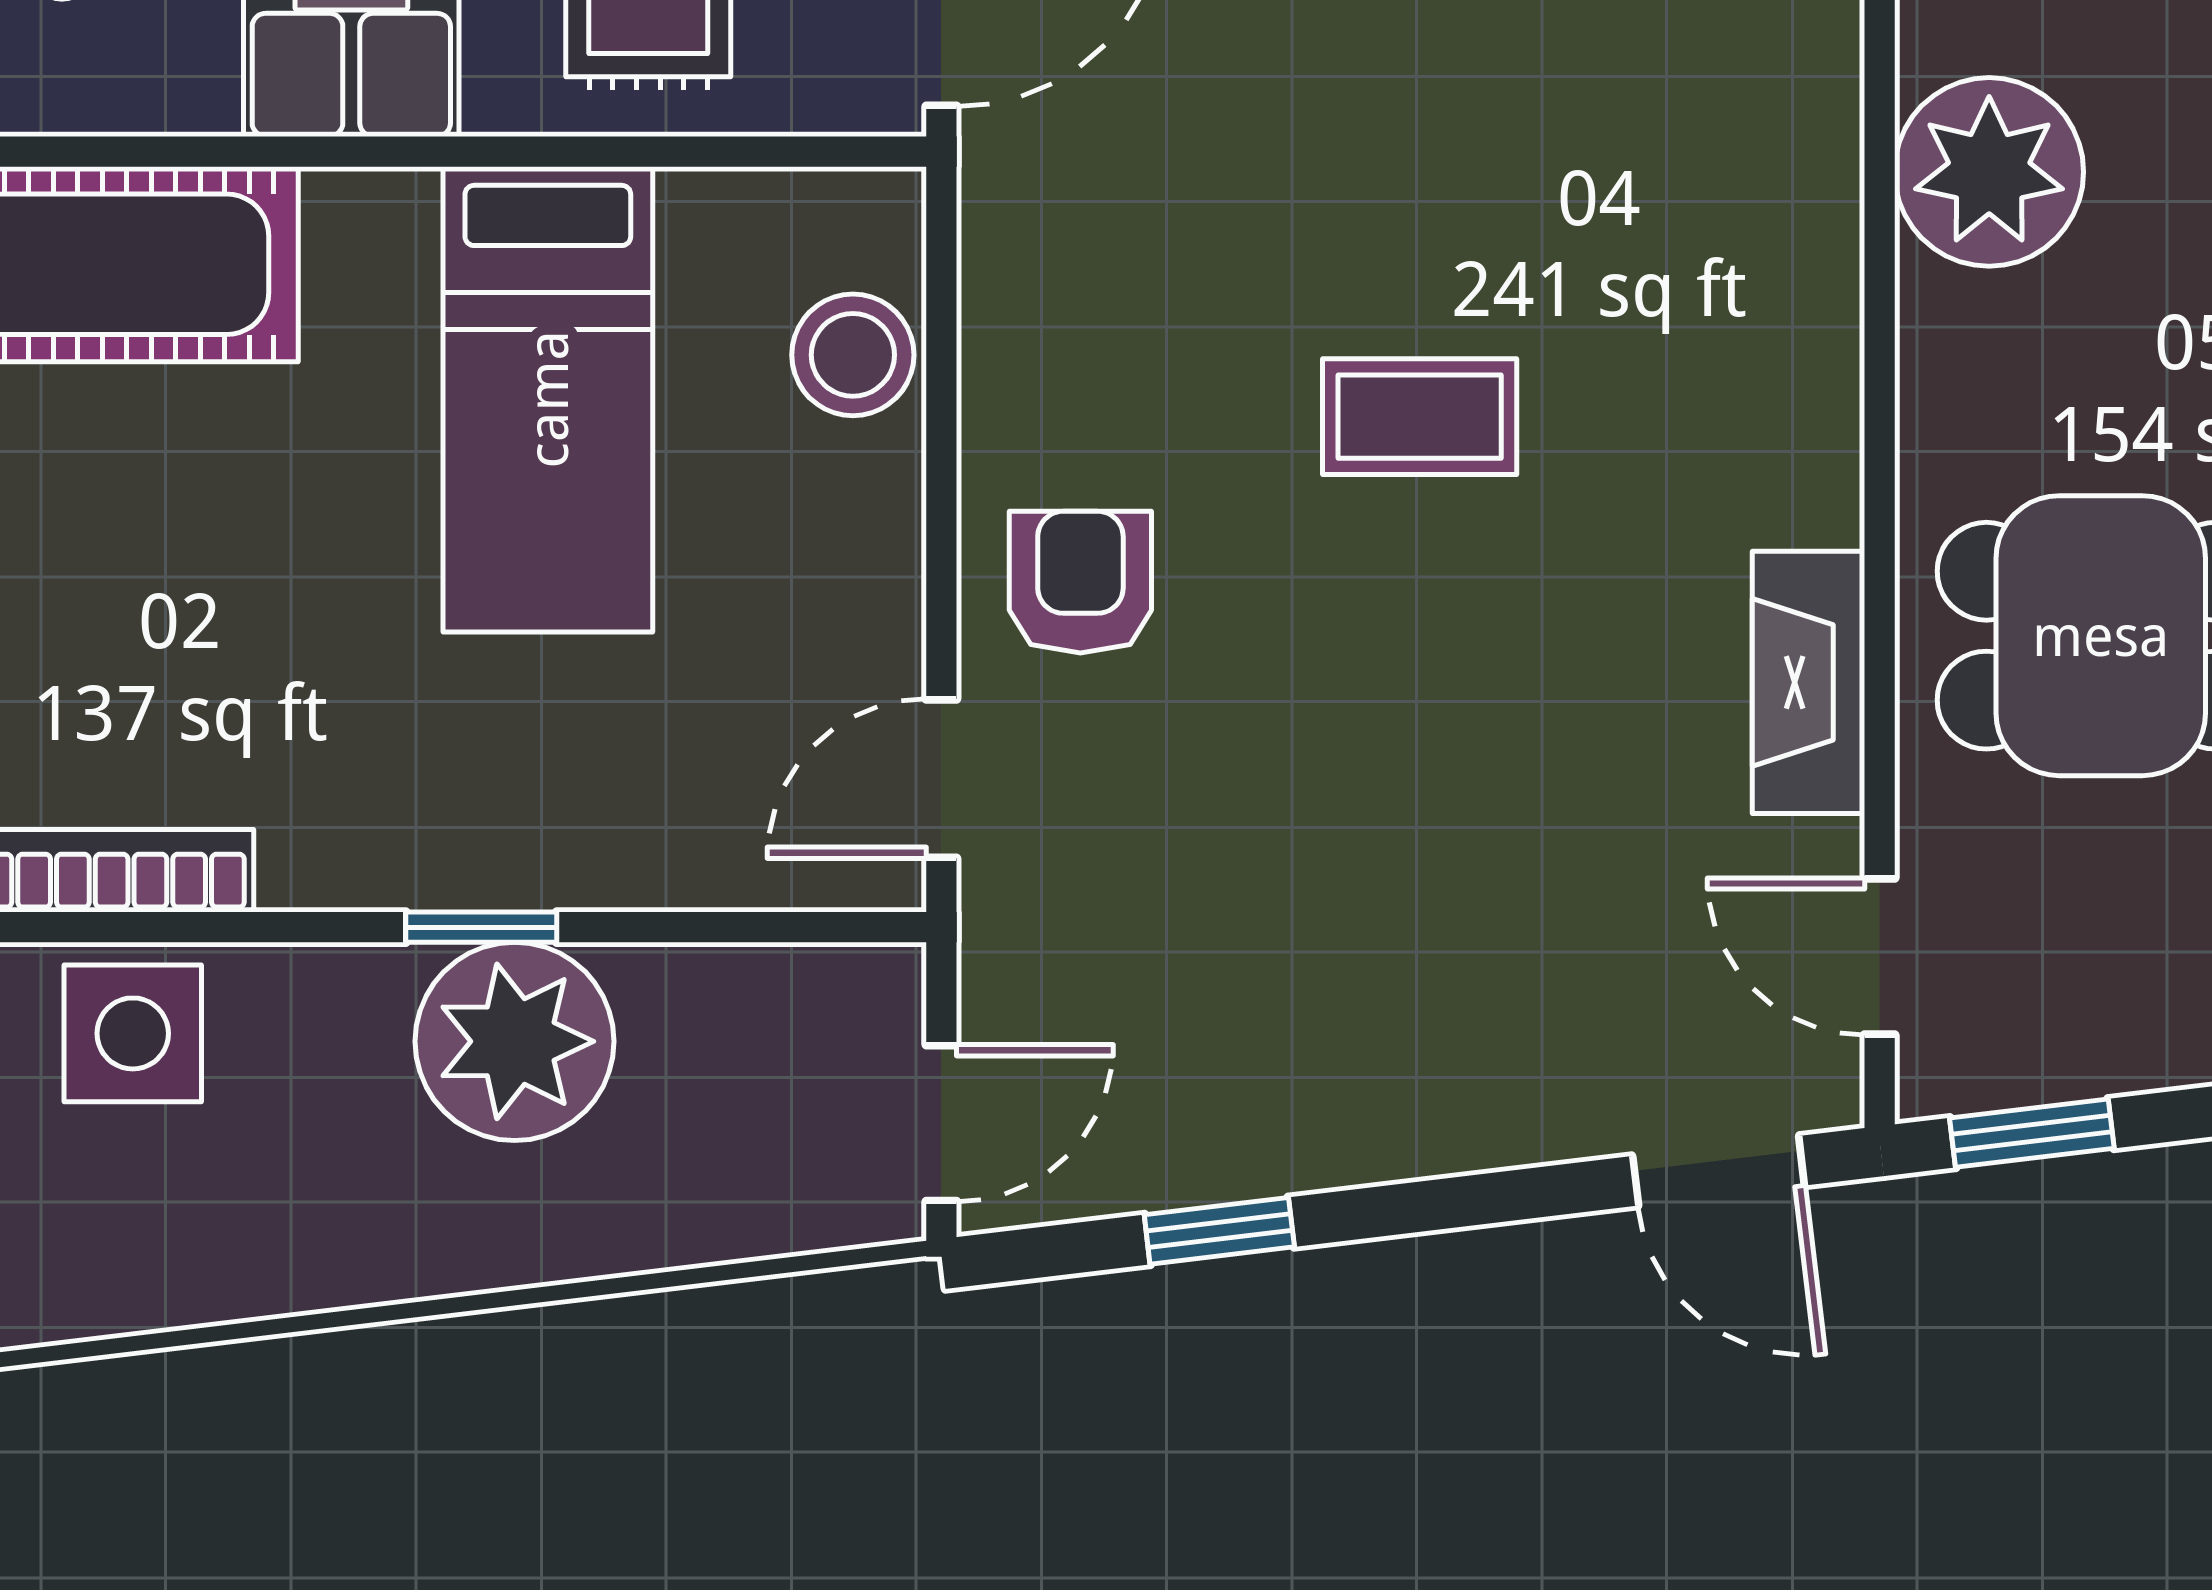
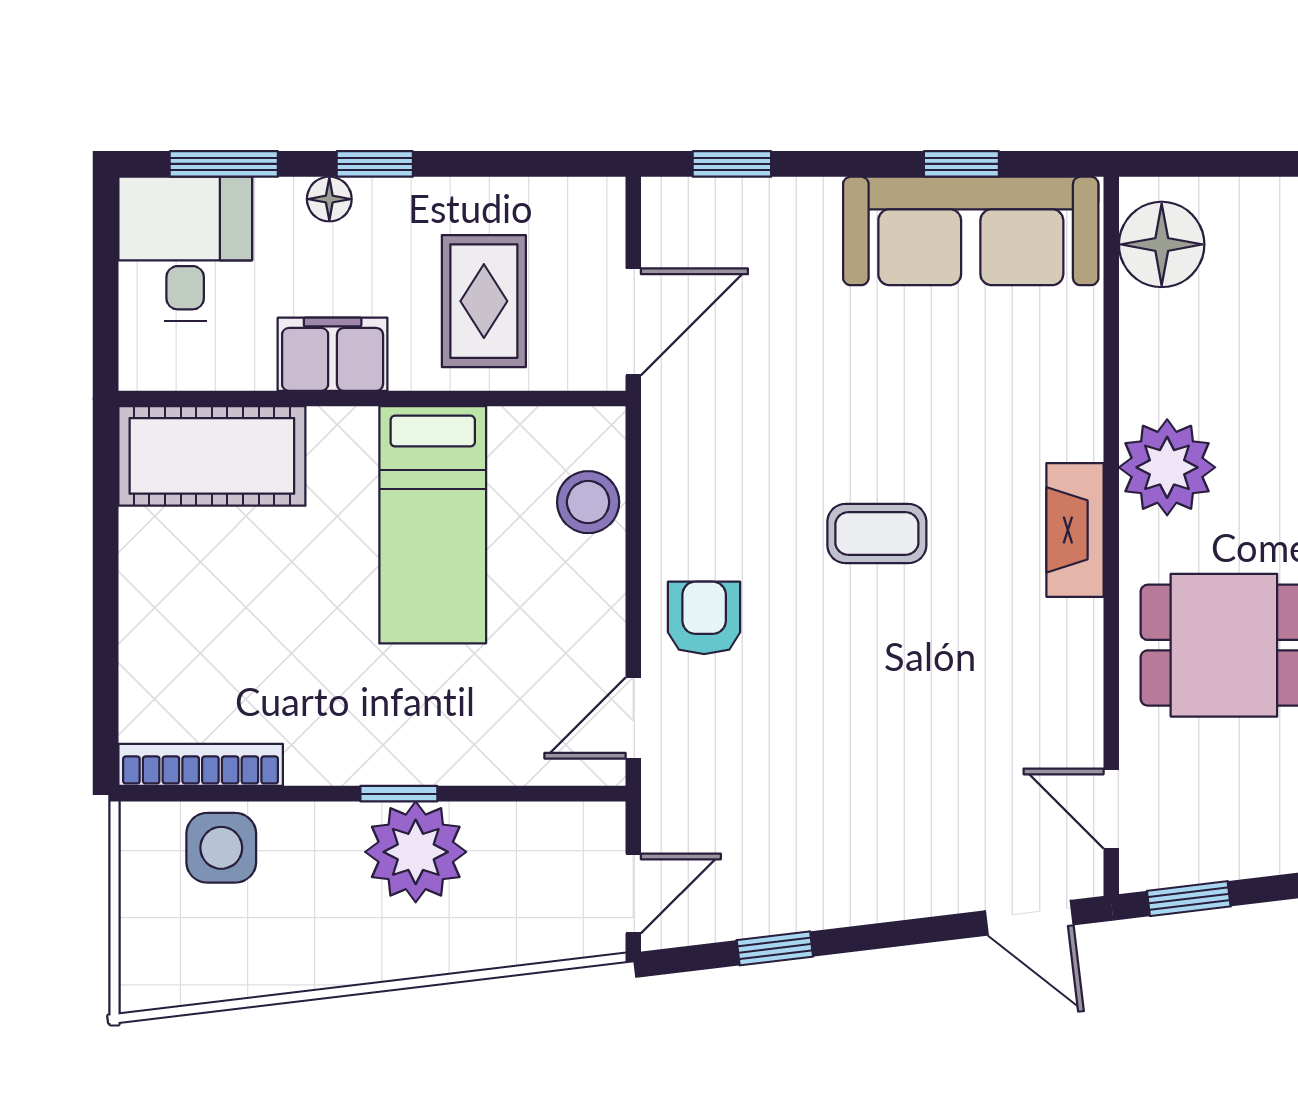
plant: (1989, 172) -> (1167, 467), moved
fireplace: (1809, 682) -> (1075, 530), moved

